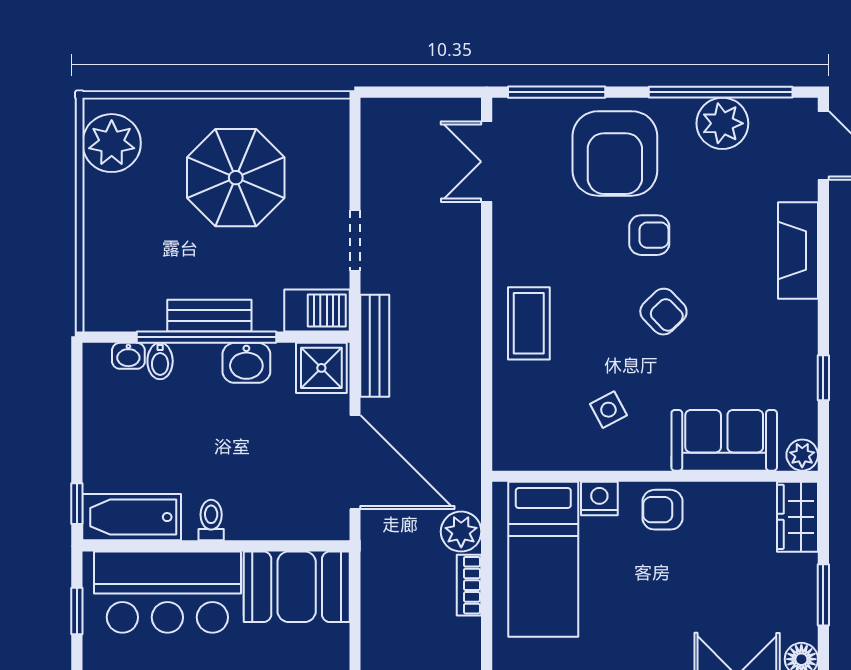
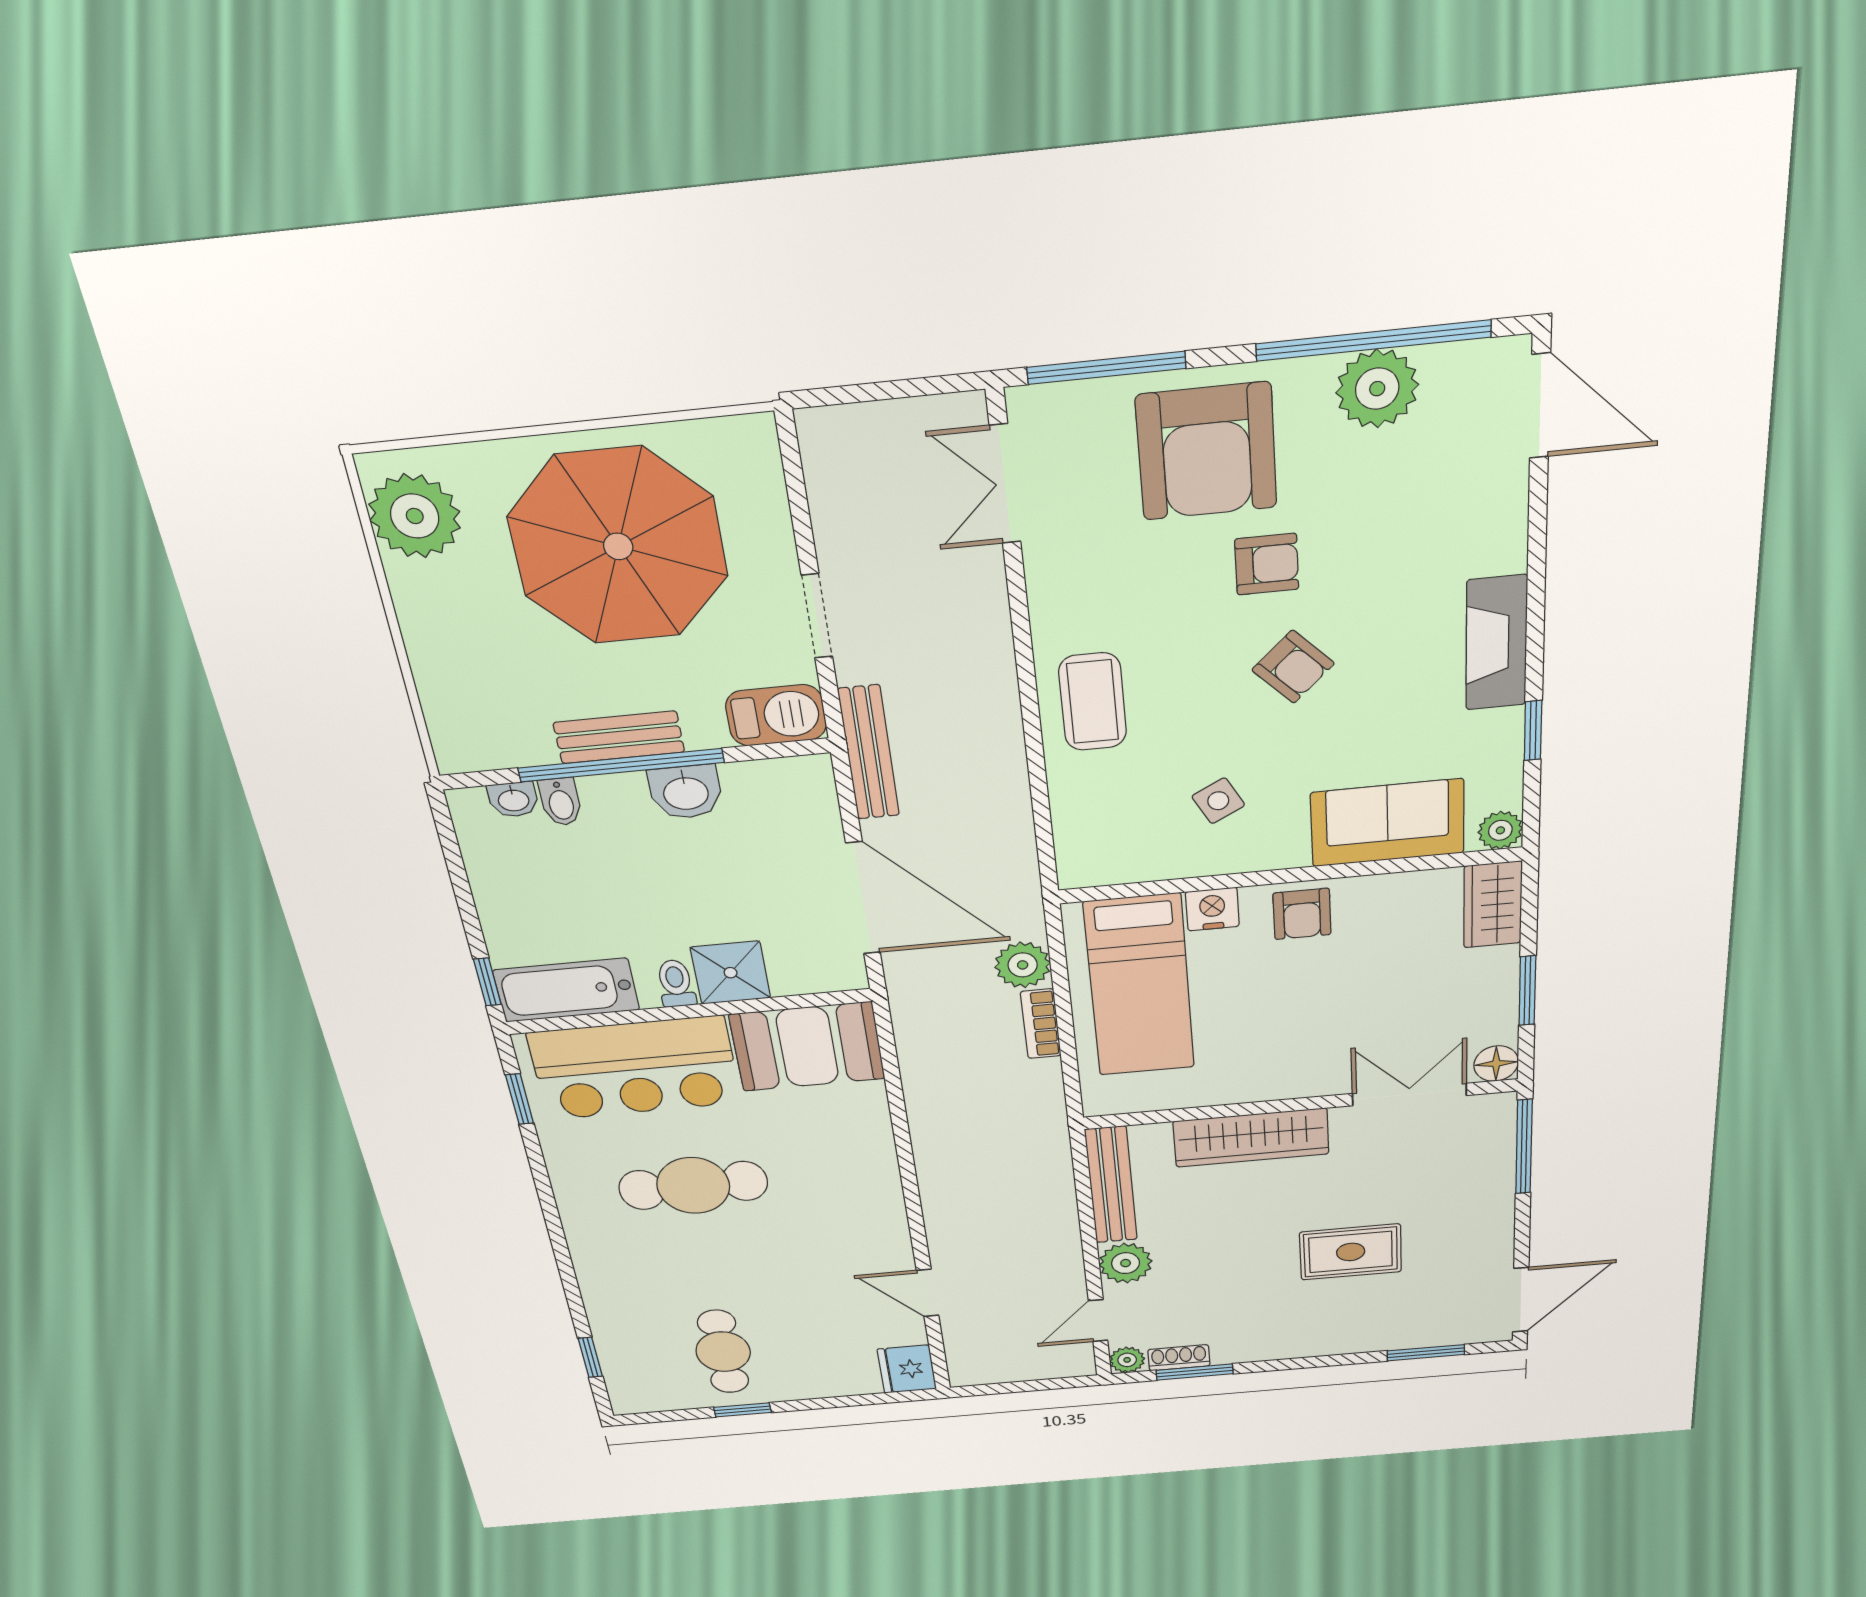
parasol: (236, 178) -> (618, 546), width x1.36, depth x1.36
fireplace: (798, 250) -> (1496, 643), moved
shower: (321, 368) -> (731, 973), moved
armchair: (663, 510) -> (1302, 914), turned -90

